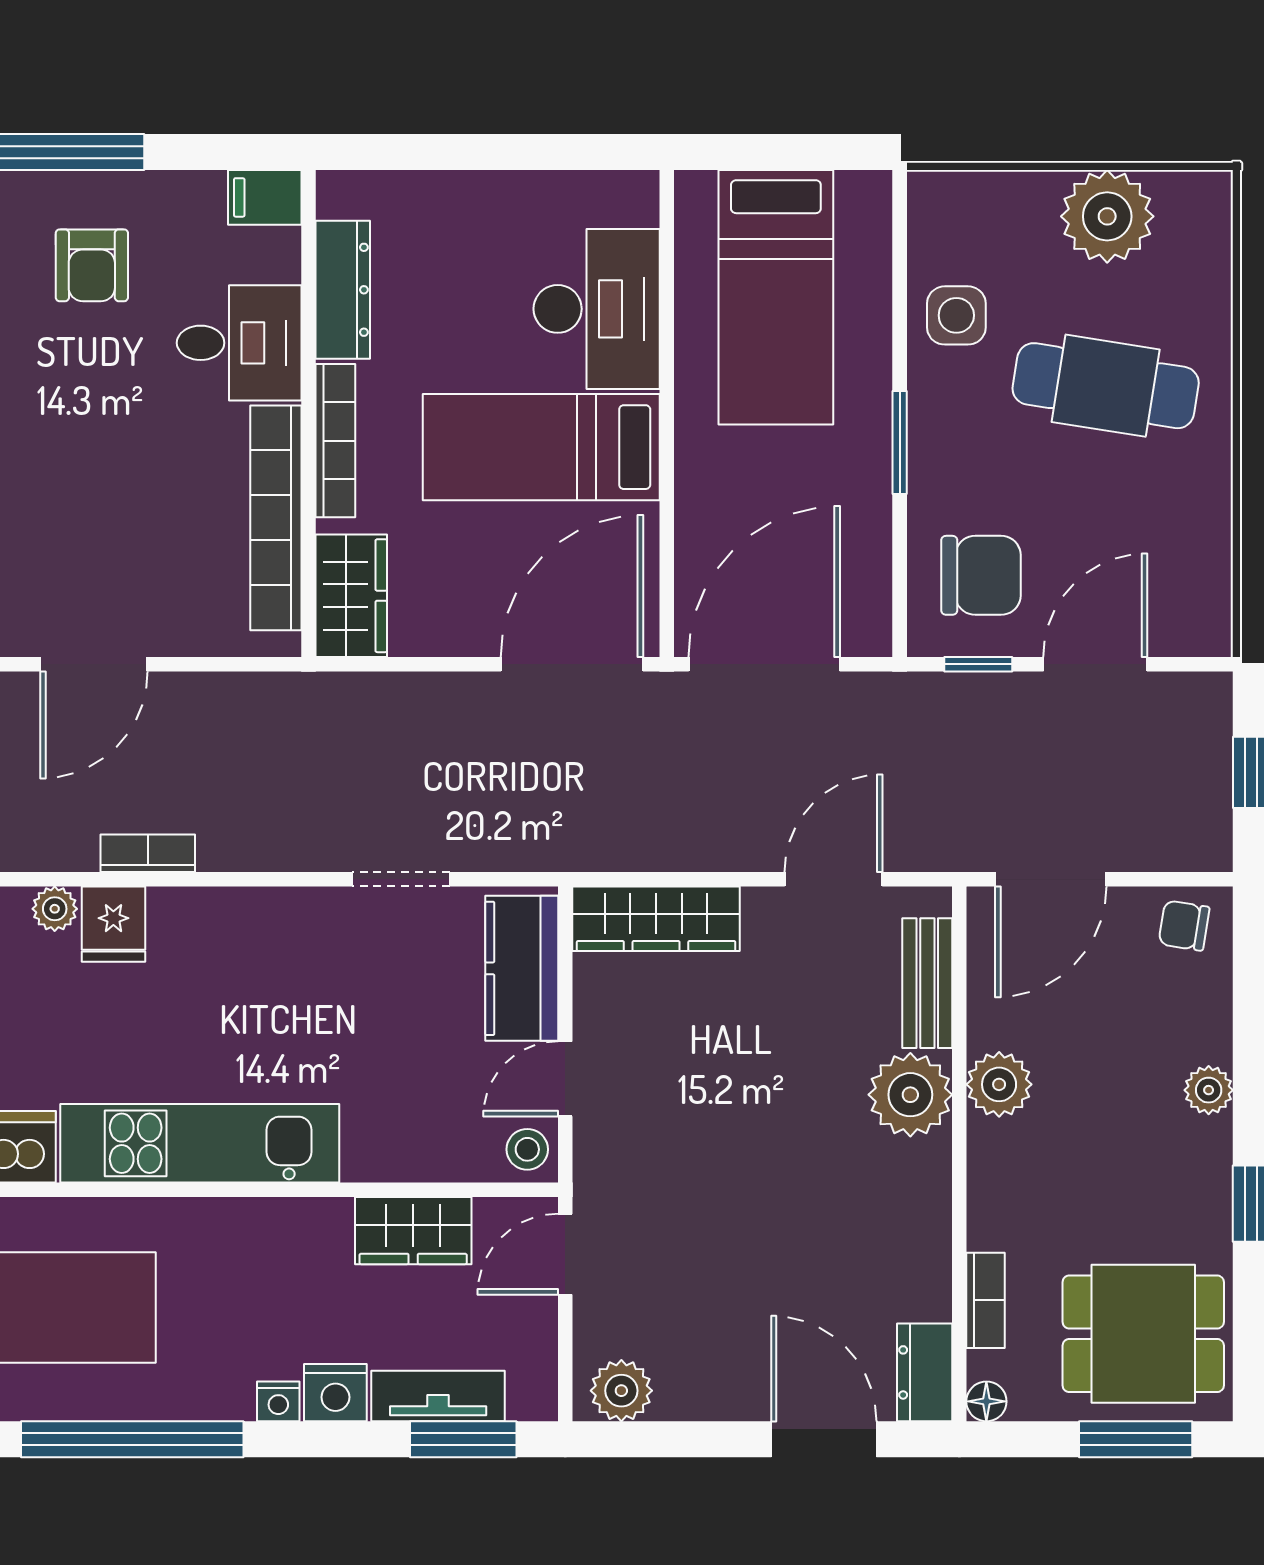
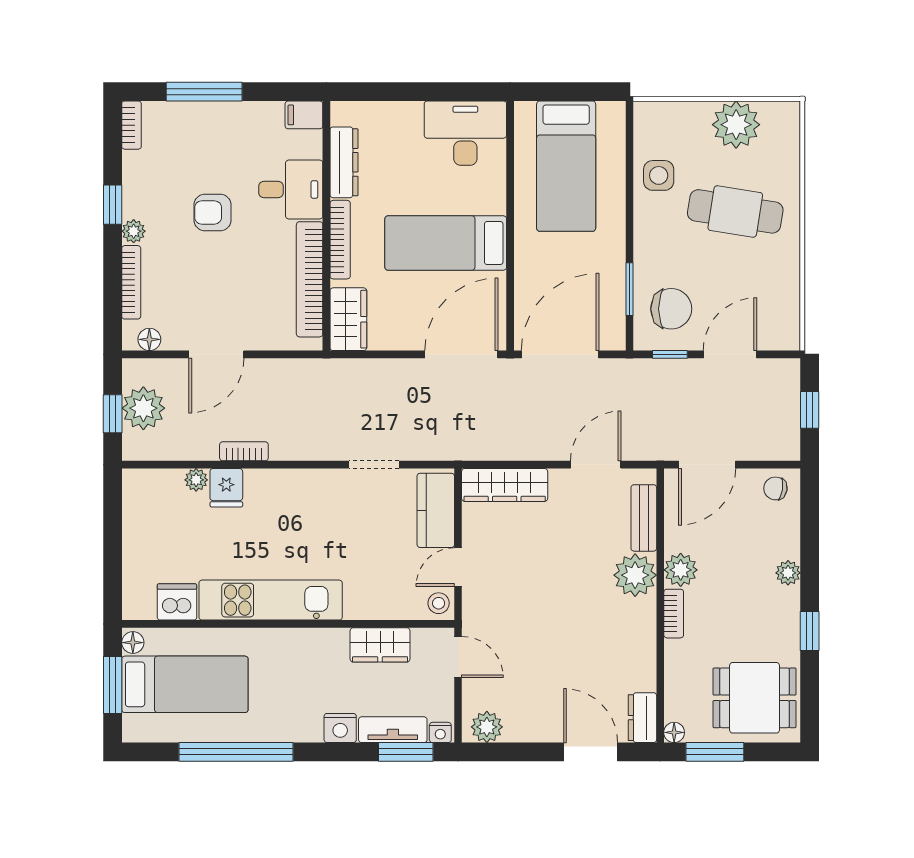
armchair: (92, 265) -> (212, 212), moved, turned 90
desk: (597, 309) -> (465, 133), moved, turned -90
window: (900, 442) -> (630, 289), moved
door: (565, 1254) -> (458, 657), swing flipped
bookcase: (986, 1300) -> (674, 614), moved
nightstand: (278, 1401) -> (440, 732), moved
window: (1136, 1439) -> (715, 752), moved

